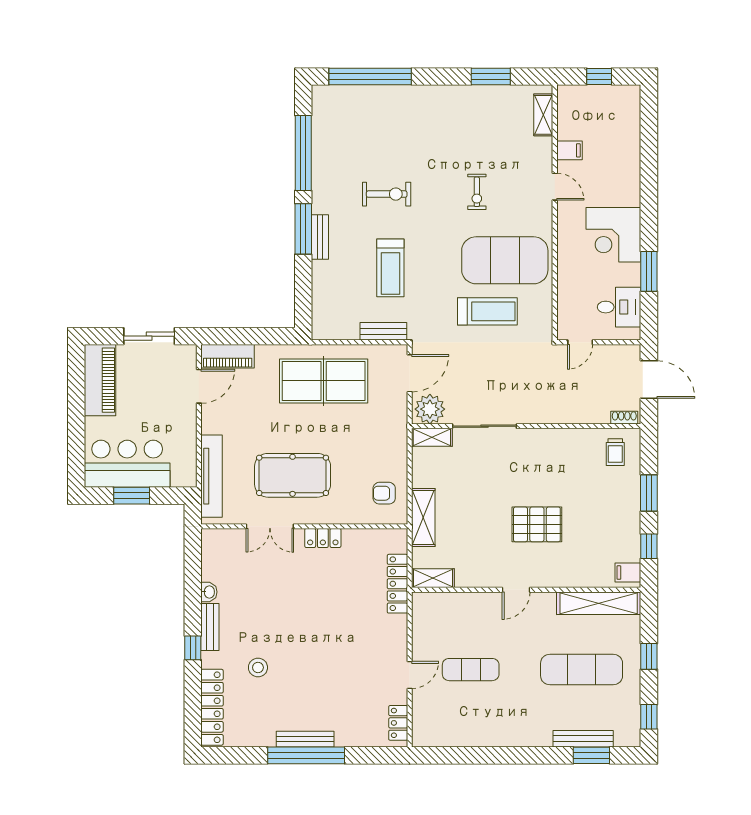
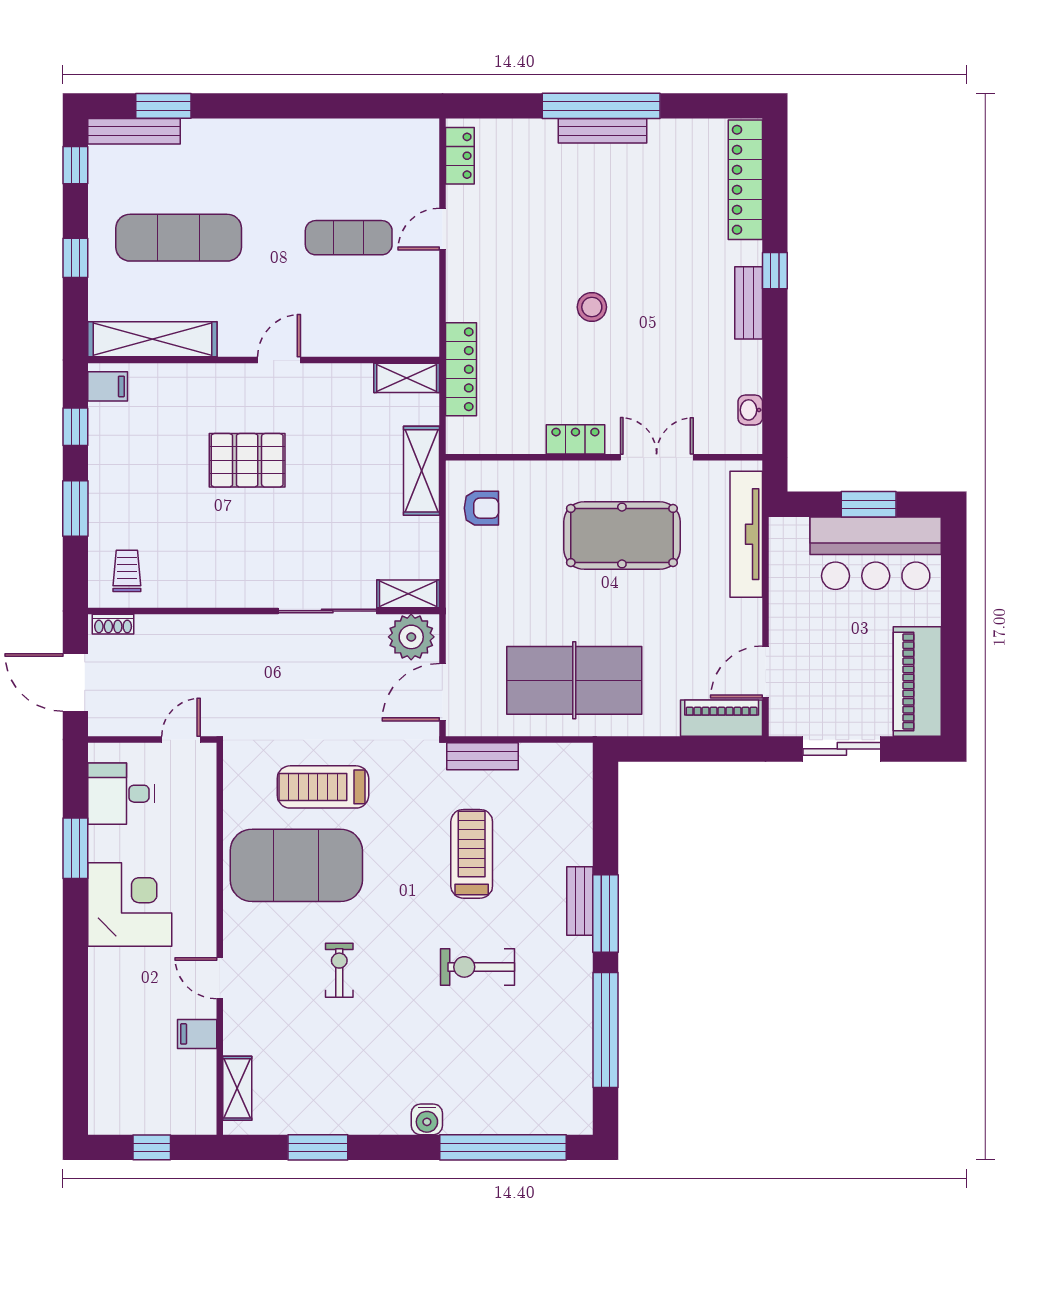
water cooler: (420, 95) -> (427, 1119), added
washbasin: (209, 592) -> (750, 410), moved
stool: (258, 667) -> (592, 307), moved
bench: (583, 739) -> (134, 131), moved

